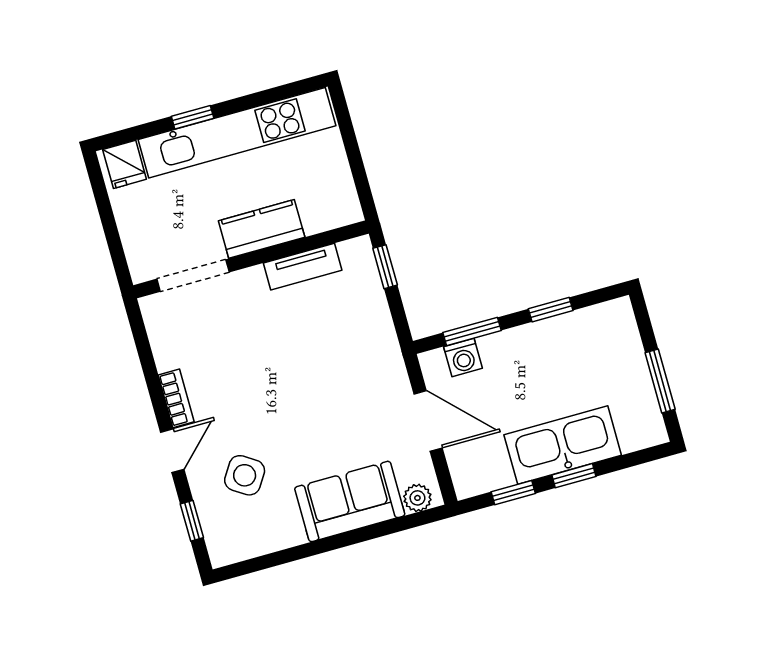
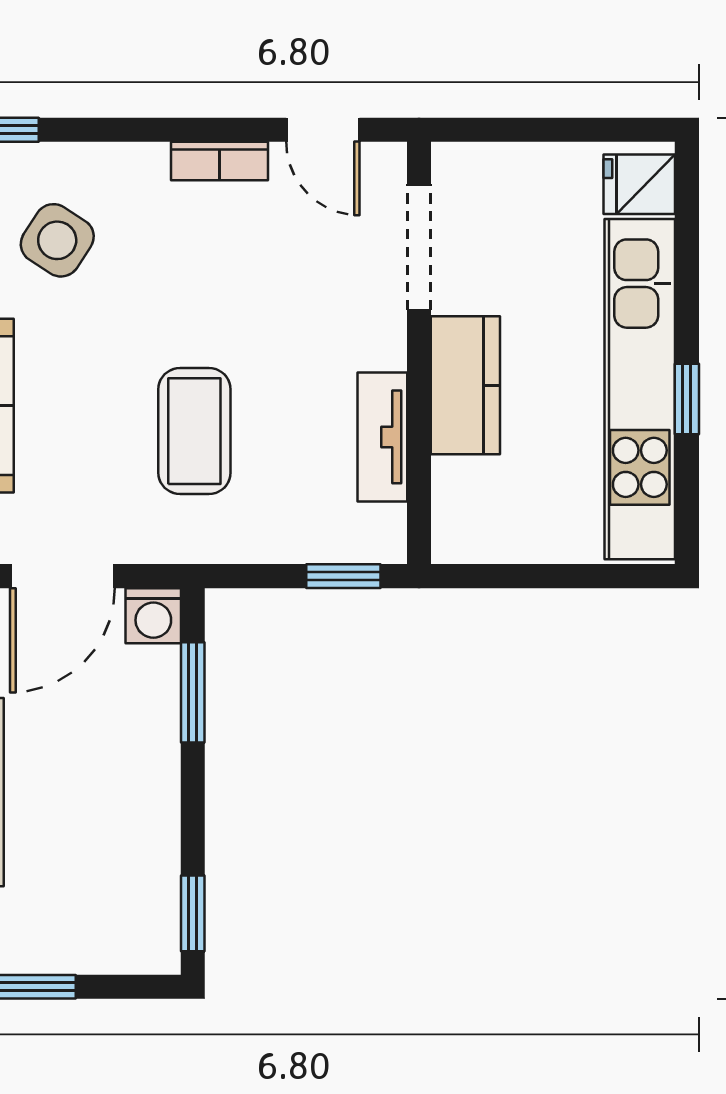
window: (193, 117) -> (687, 399), moved
window: (551, 310) -> (193, 913), moved
washing machine: (463, 357) -> (153, 616), moved, turned -90
coffee table: (328, 371) -> (194, 431), added
door: (172, 451) -> (323, 130), moved

